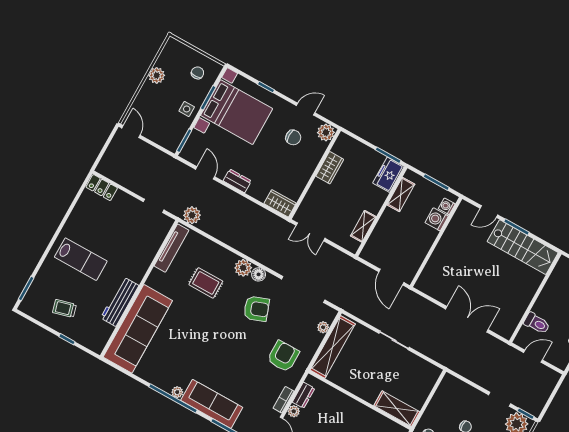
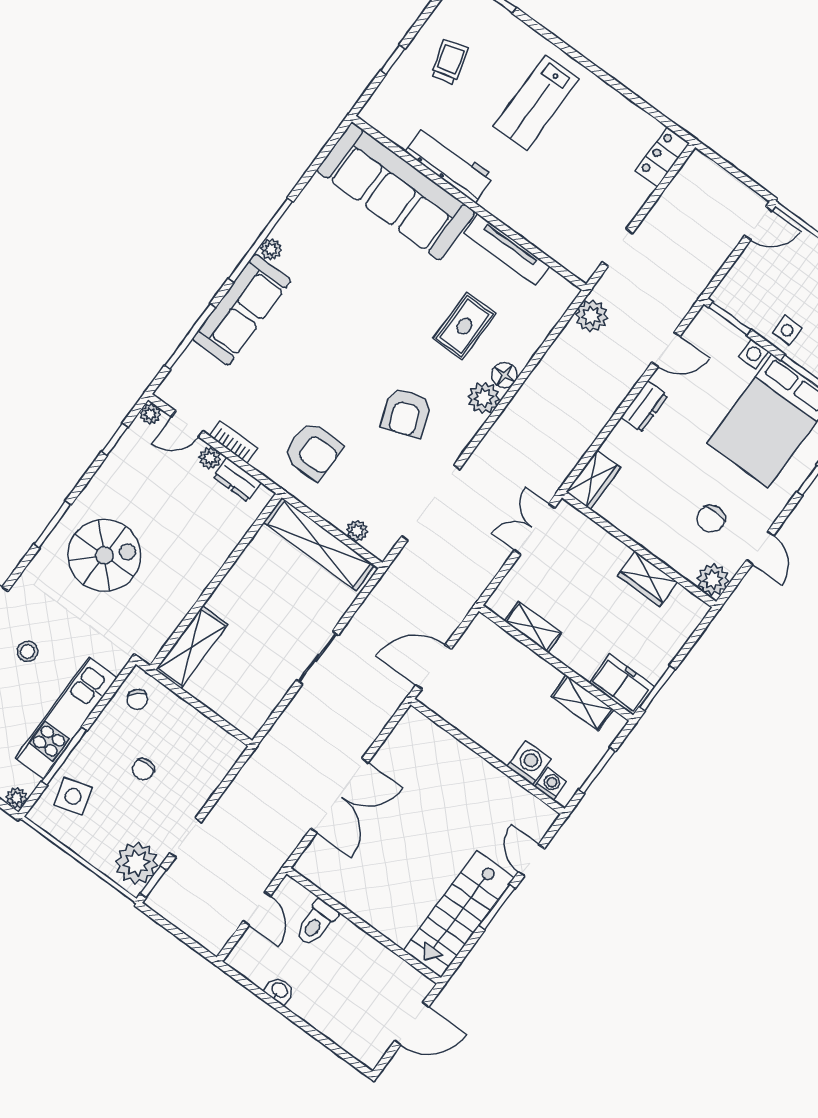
tv unit: (171, 248) -> (507, 250), moved
floor lamp: (259, 274) -> (504, 375), moved

